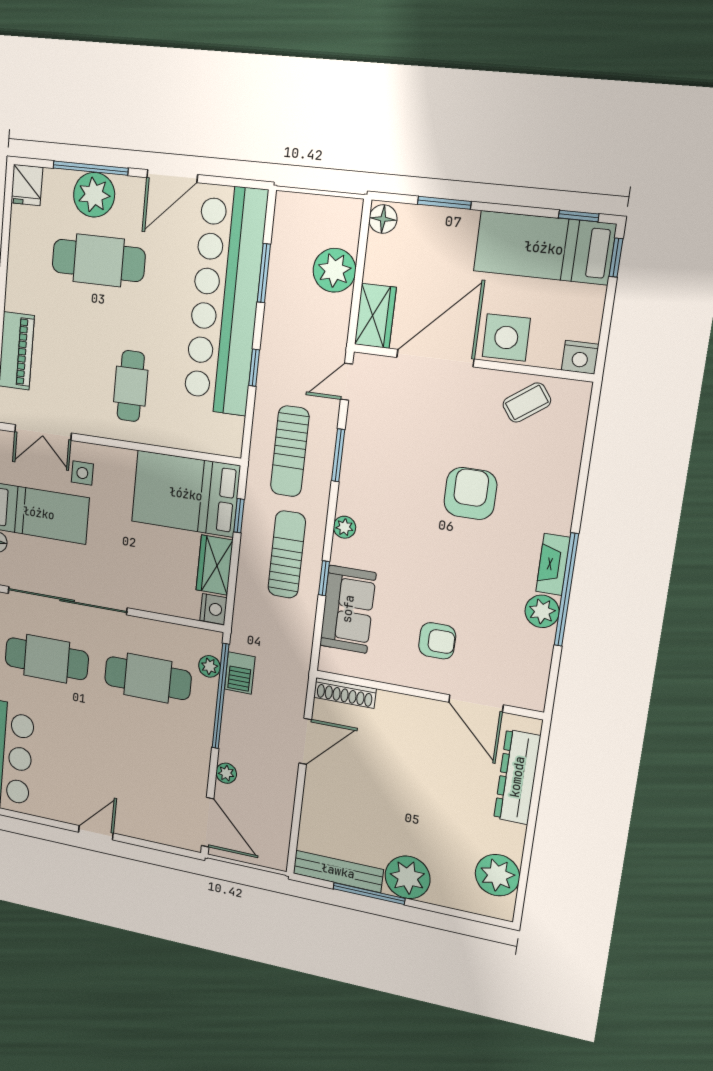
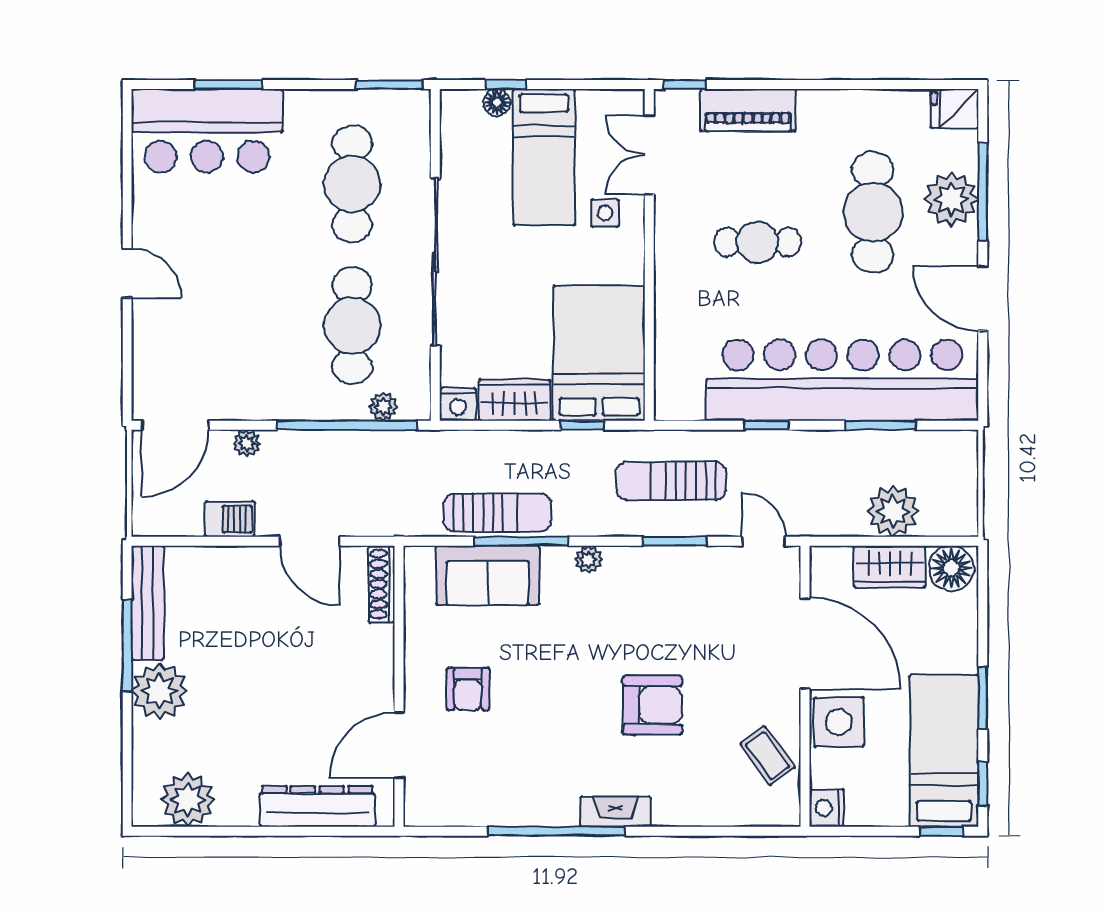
window: (444, 203) -> (983, 698), moved
floor lamp: (383, 219) -> (951, 568), width x1.38, depth x1.38
wardrobe: (375, 316) -> (890, 566), moved
cafe table: (131, 386) -> (757, 242), moved
sun lounger: (287, 554) -> (497, 512), moved
fireplace: (553, 564) -> (615, 812), moved
window: (324, 578) -> (521, 541), width x2.17
sliding door: (67, 601) -> (435, 262), moved
plant: (542, 611) -> (526, 807), removed
barbecue: (240, 673) -> (230, 519), moved, turned 180

